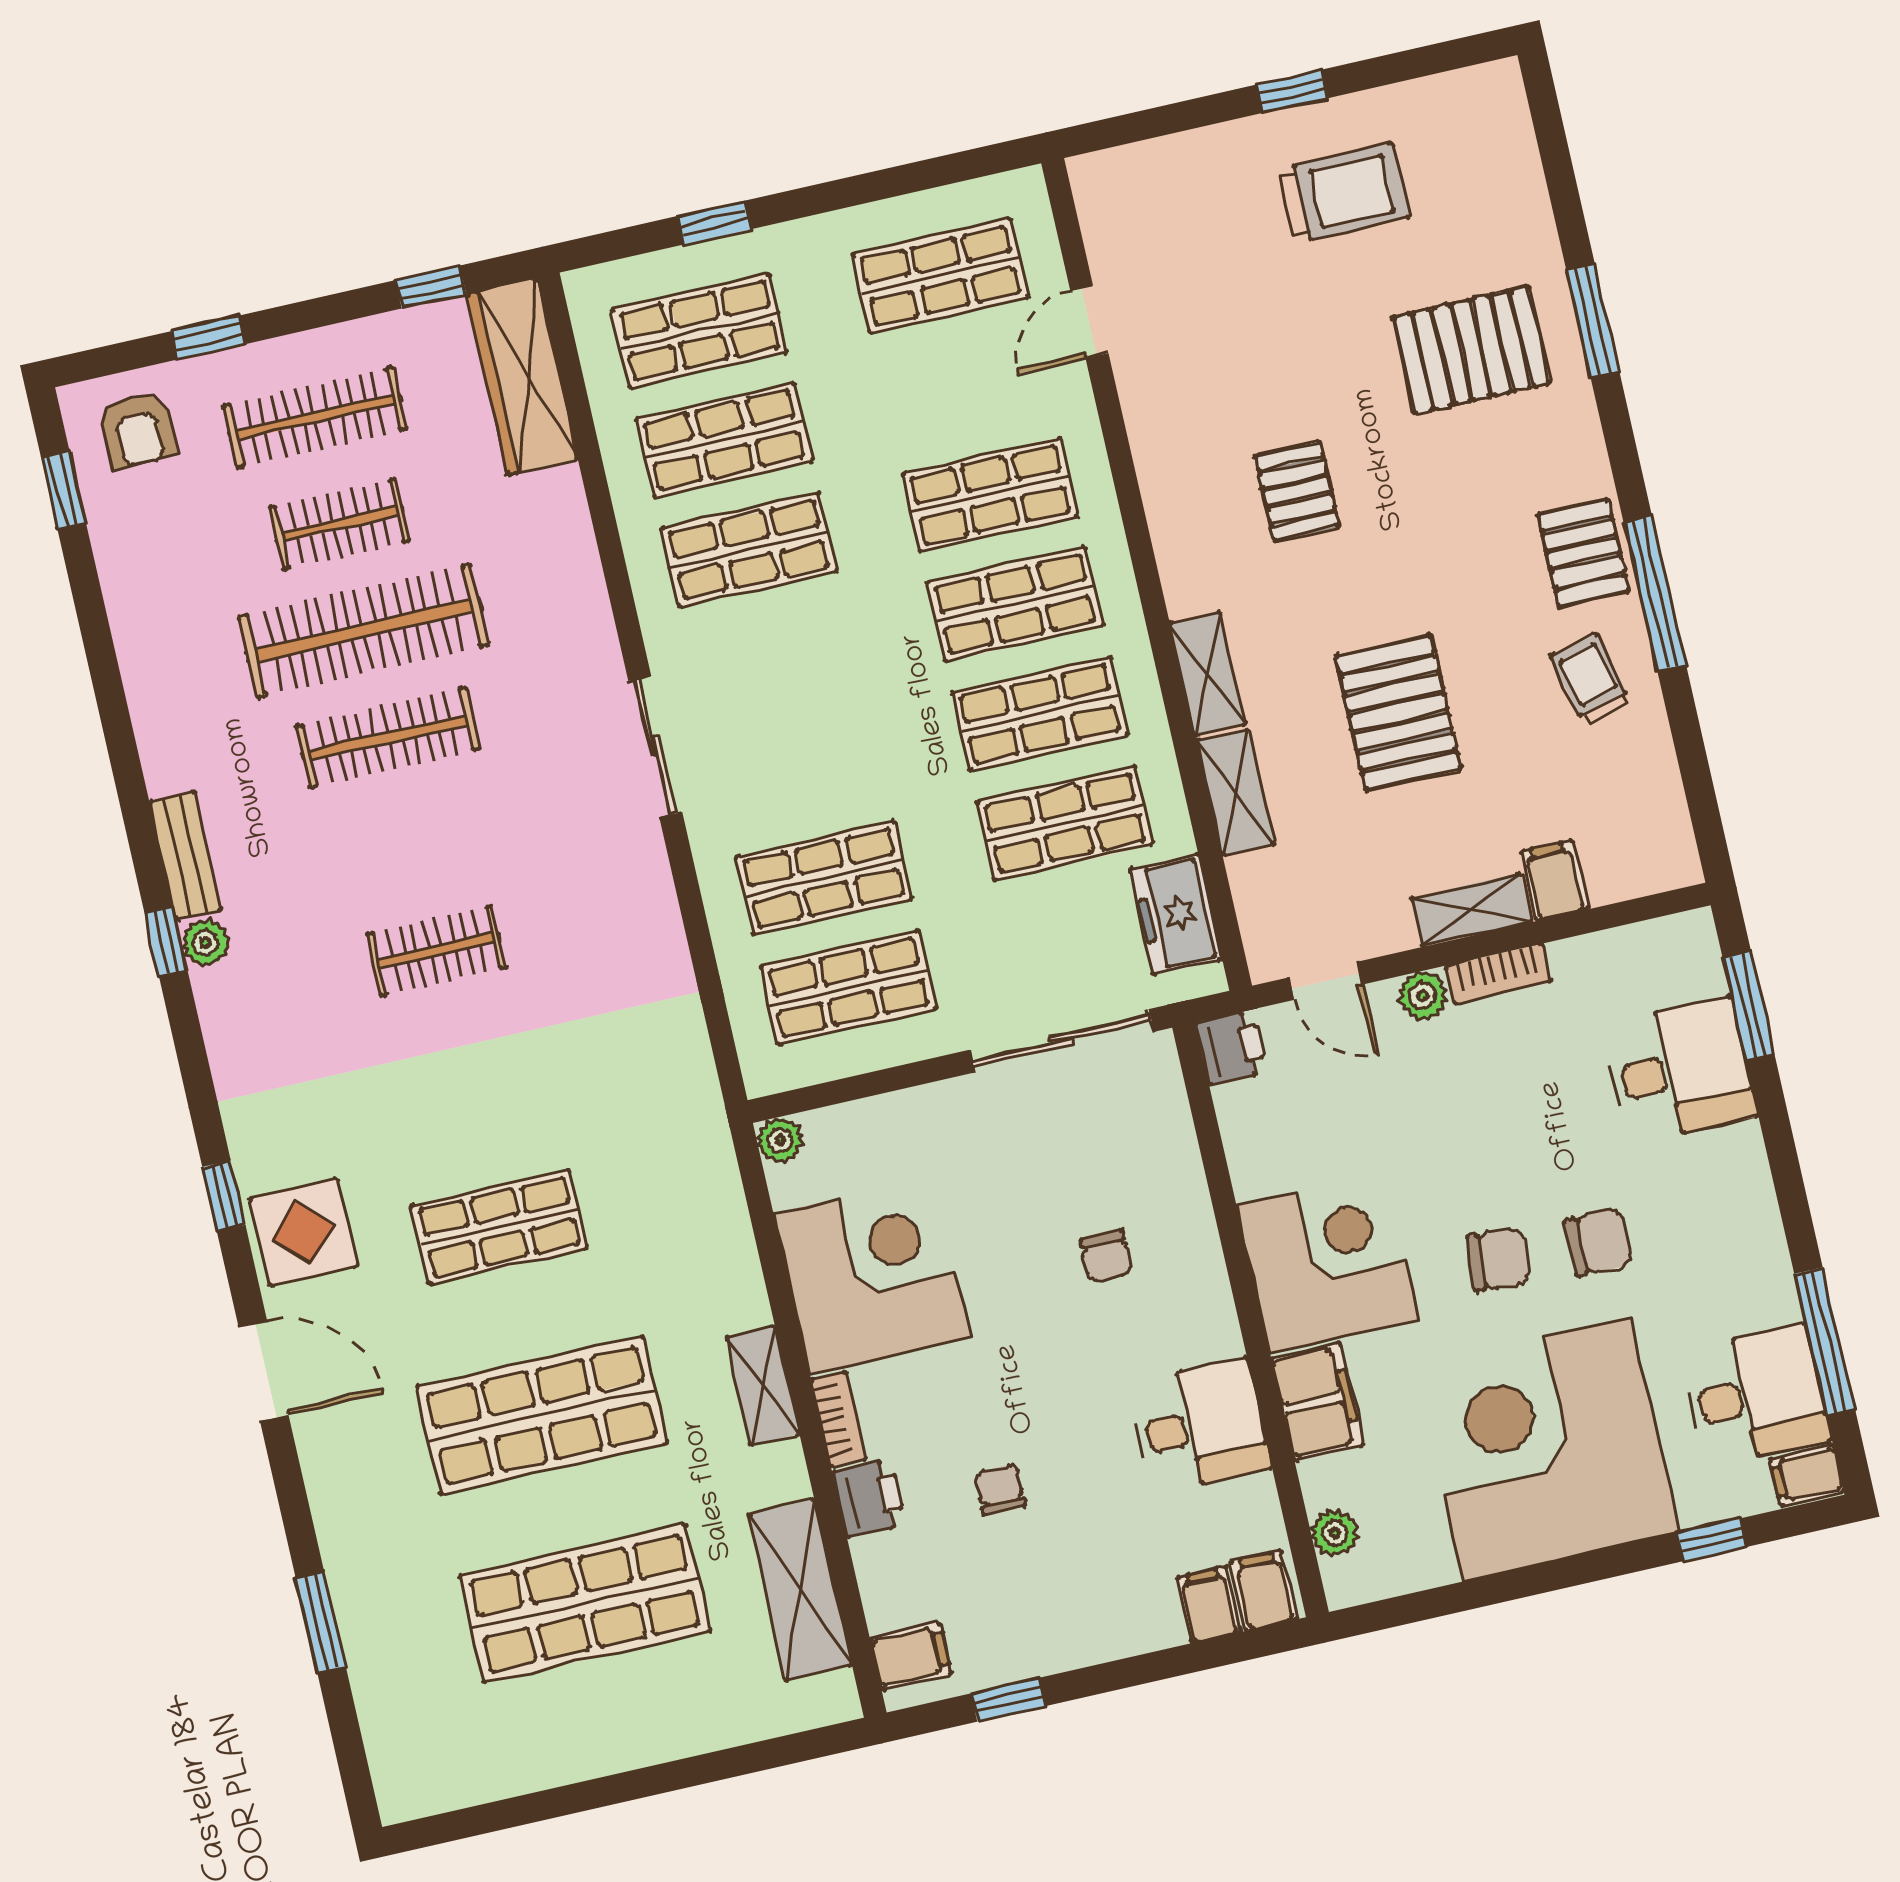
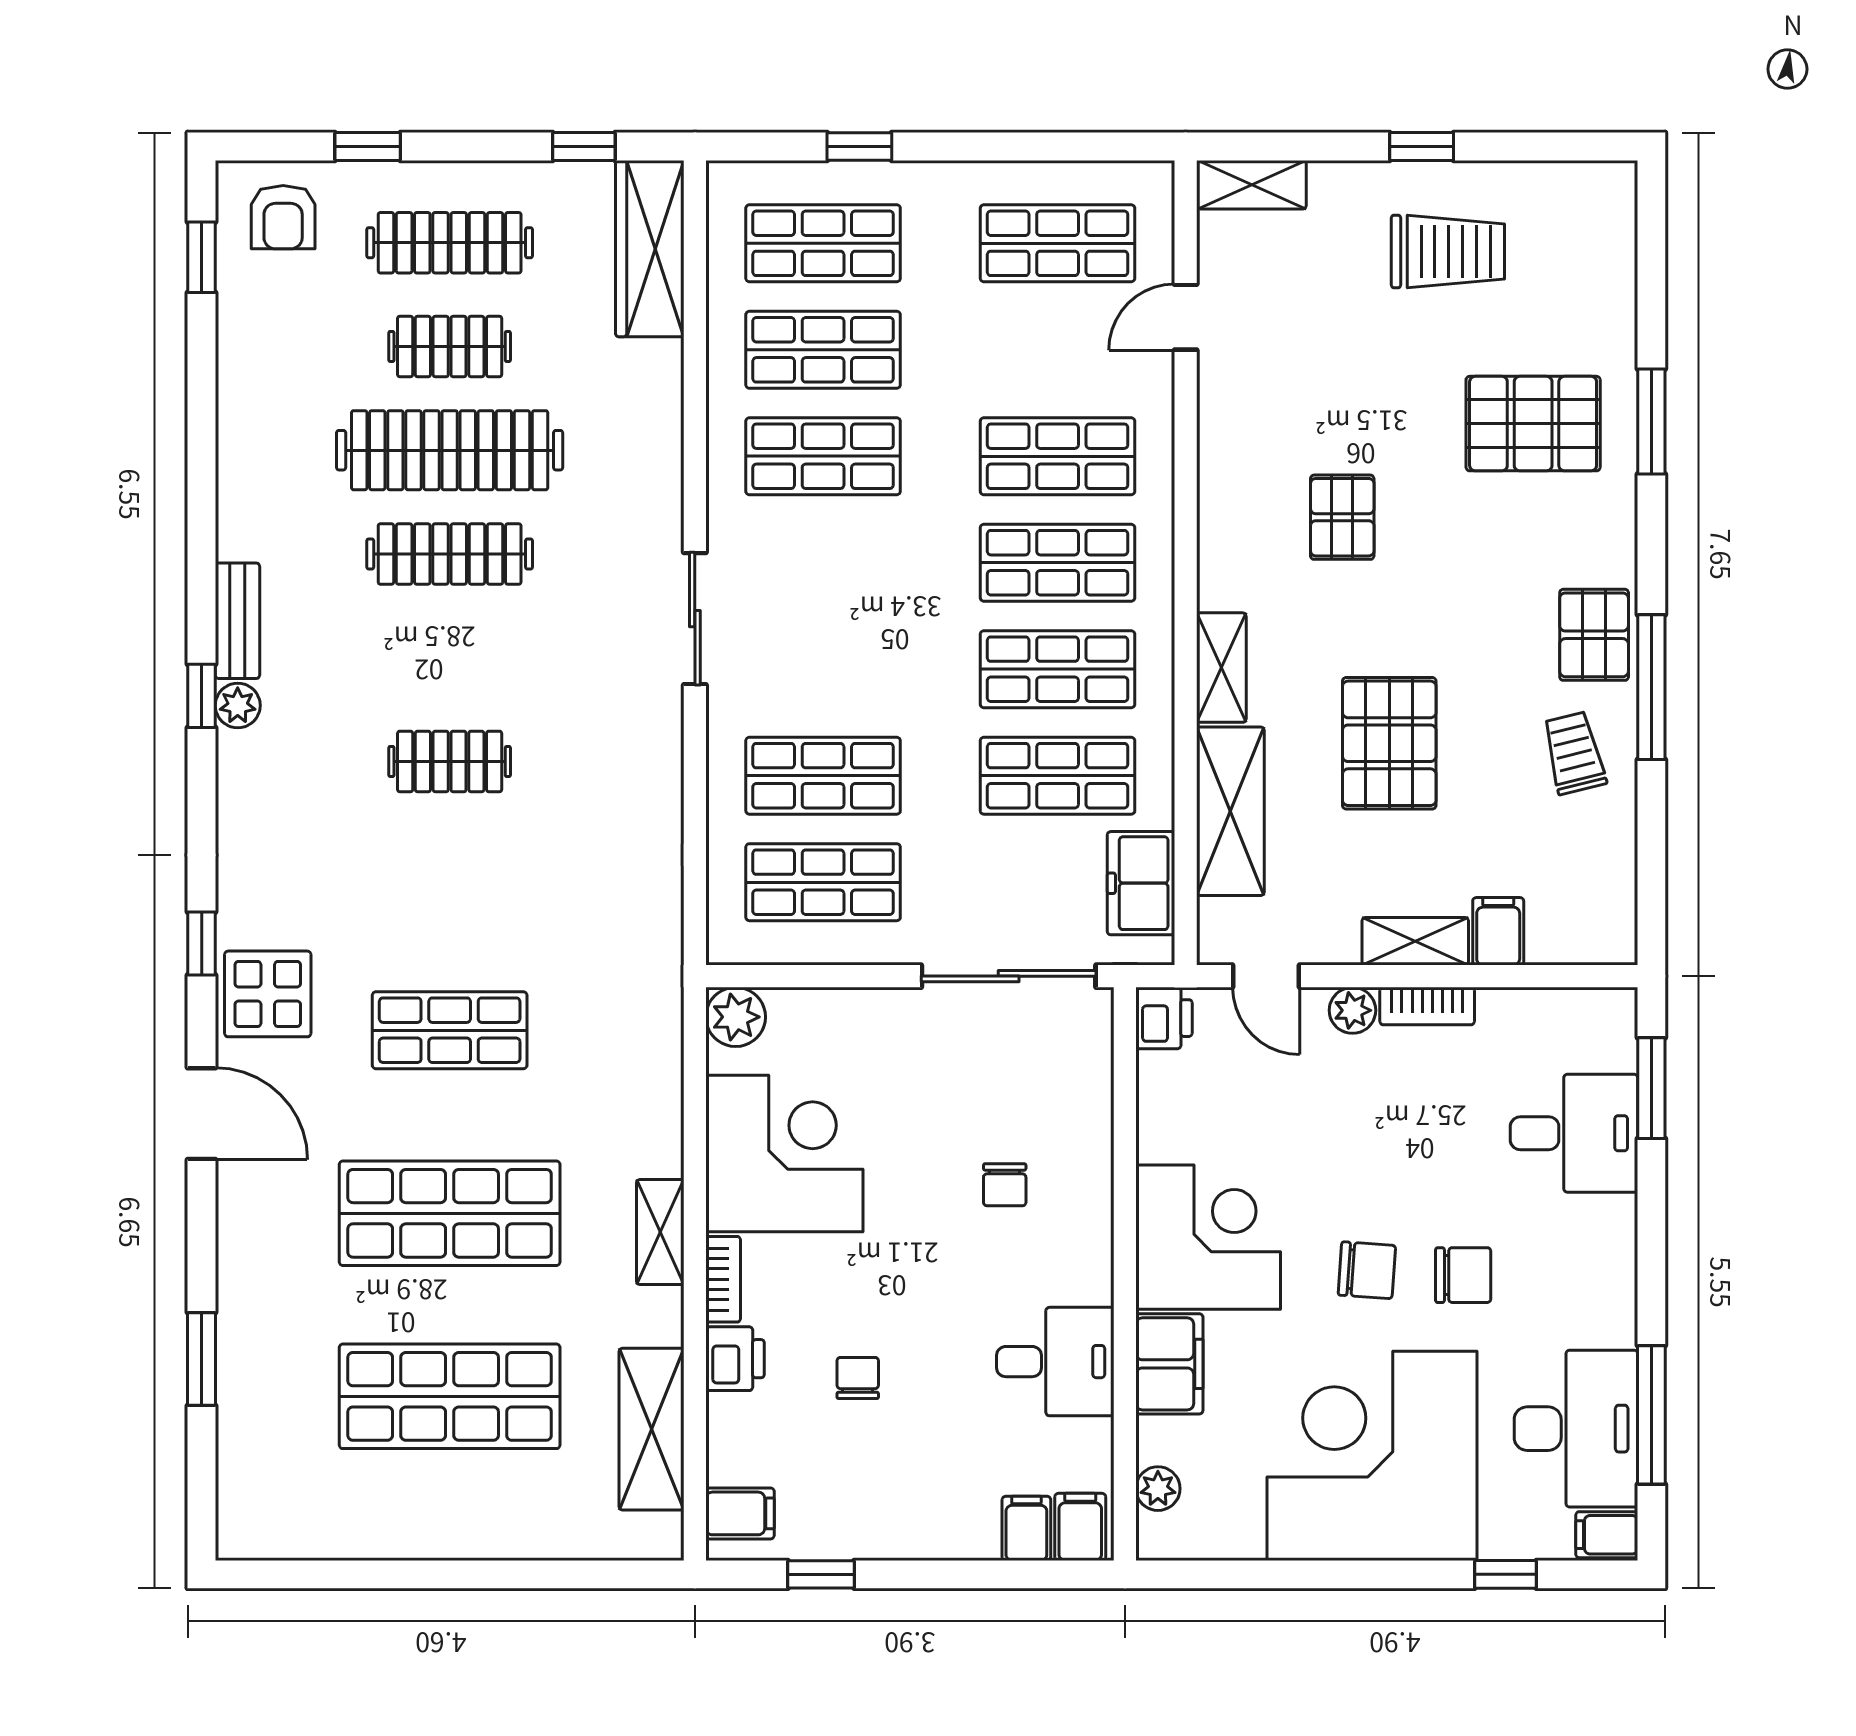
shelving: (1126, 170) -> (1252, 185), added
shelving: (1236, 793) -> (1230, 811), width x1.50, depth x1.33
plant: (780, 1140) -> (736, 1017), width x1.38, depth x1.38
desk: (1755, 1395) -> (1576, 1429), width x1.37

